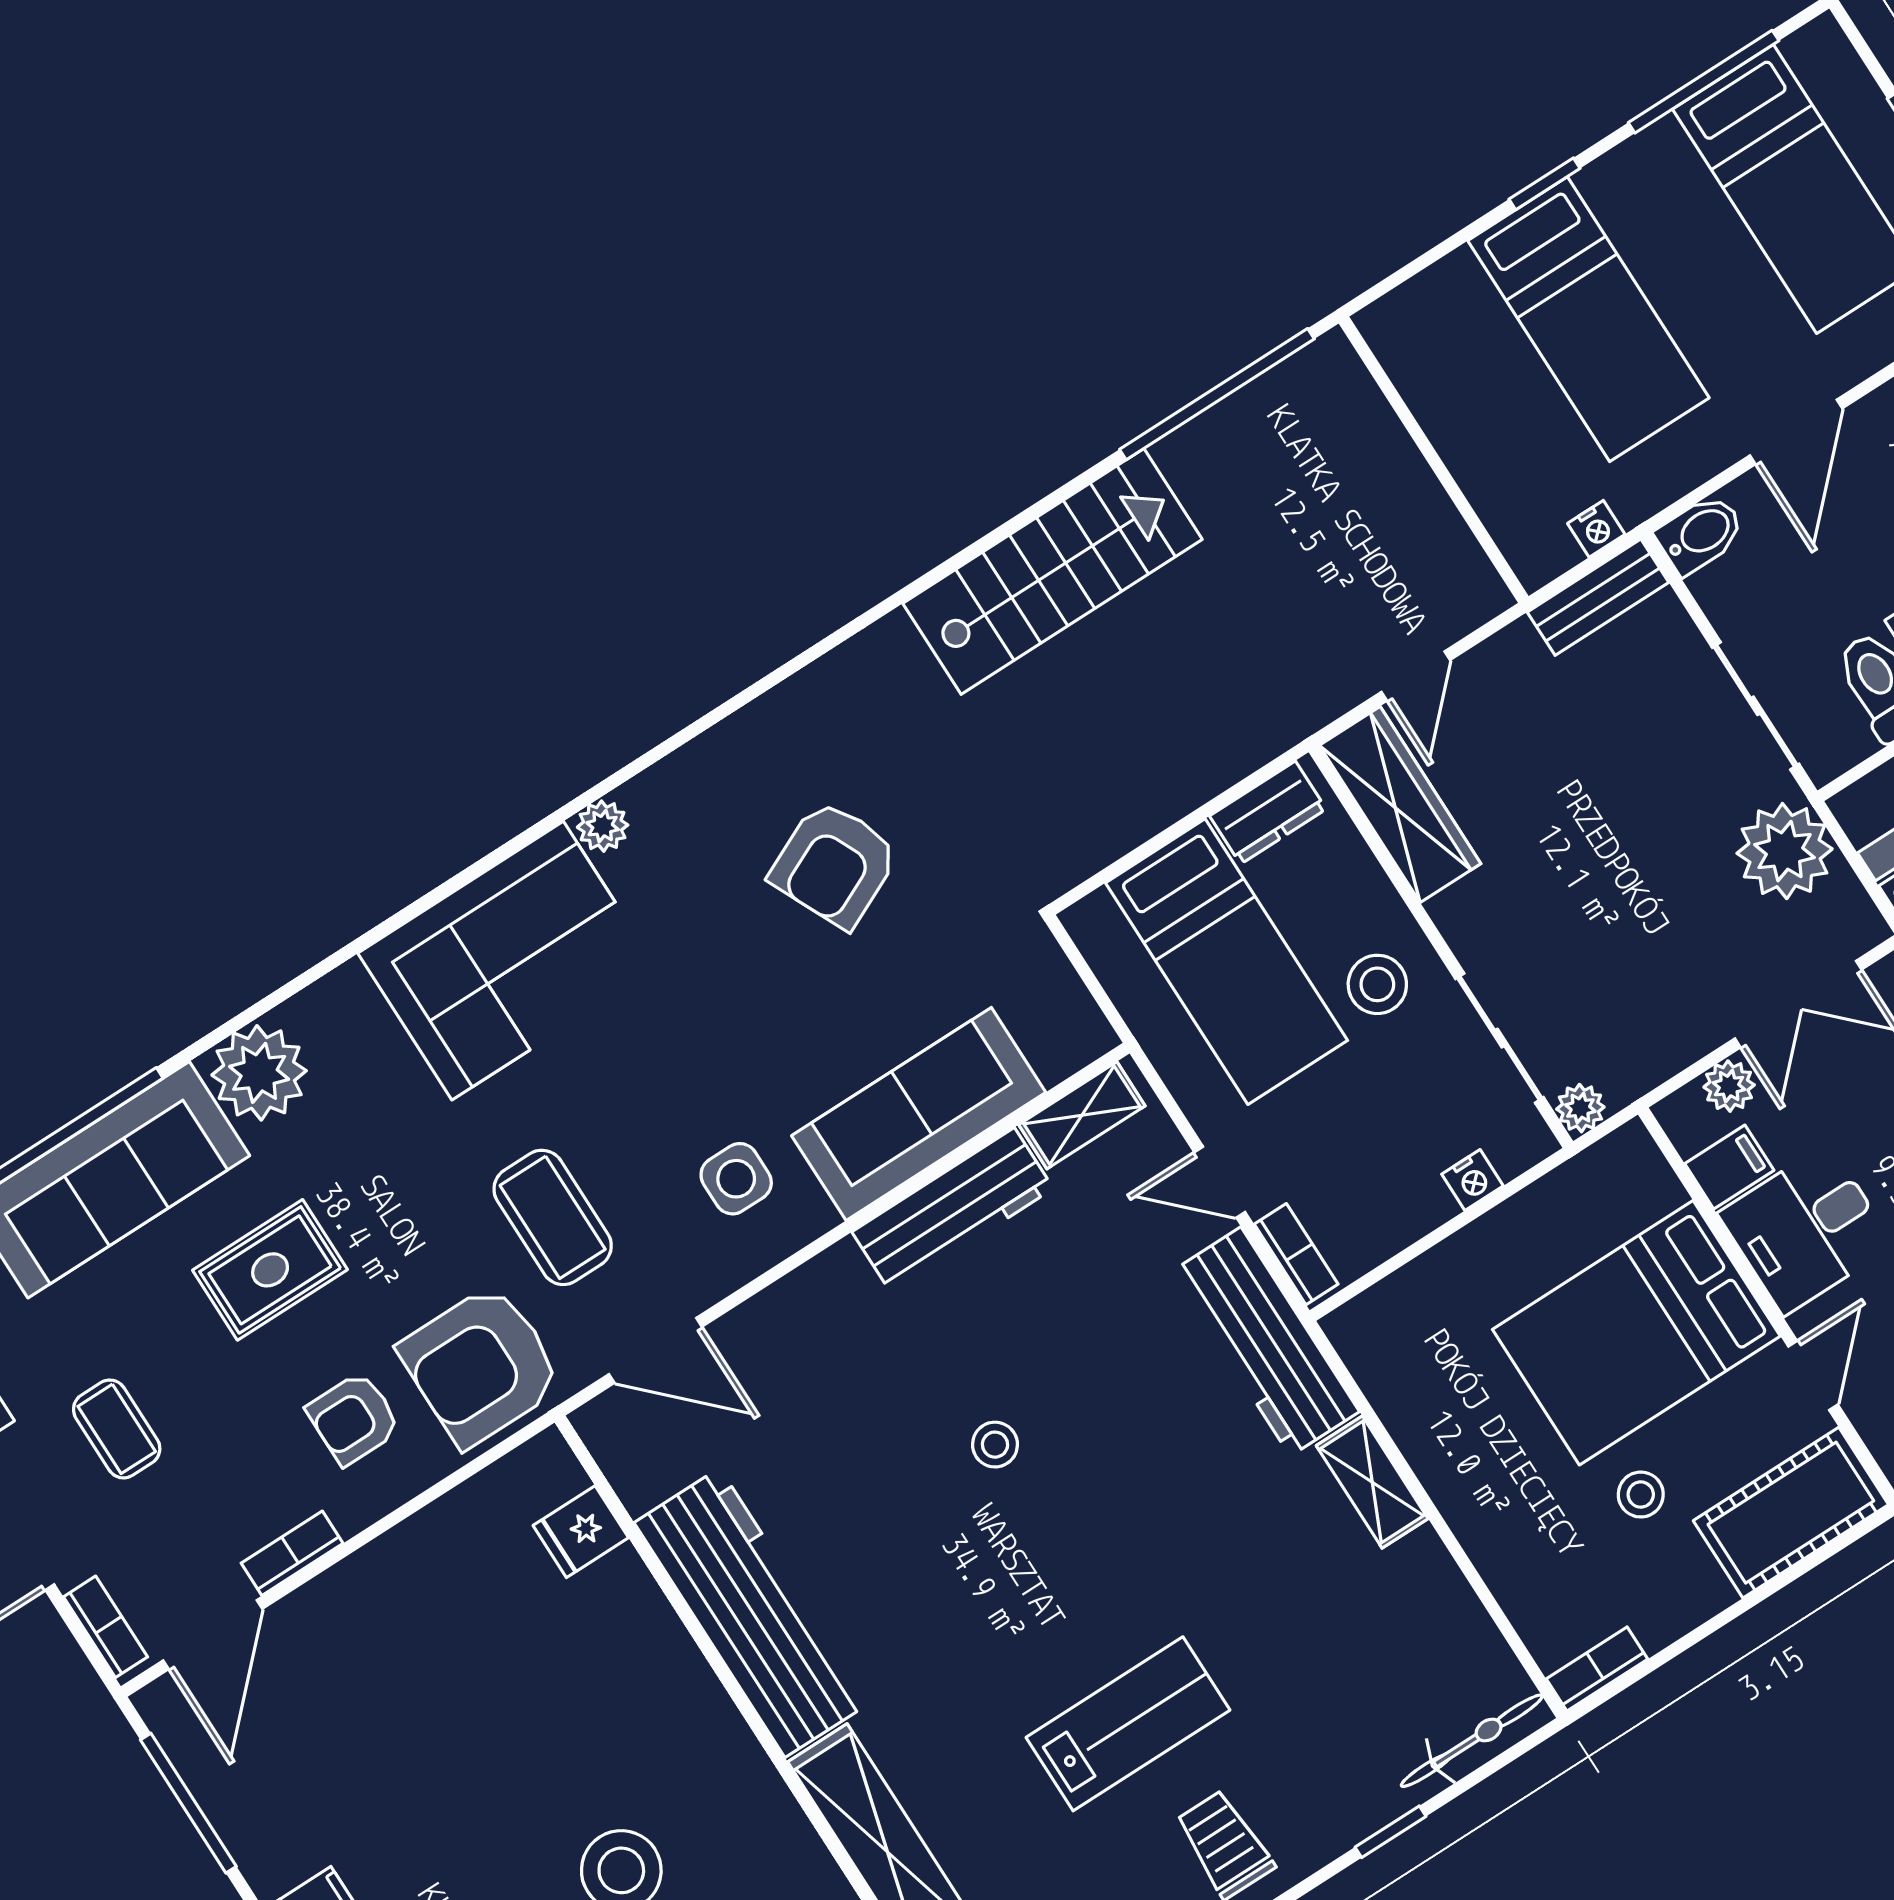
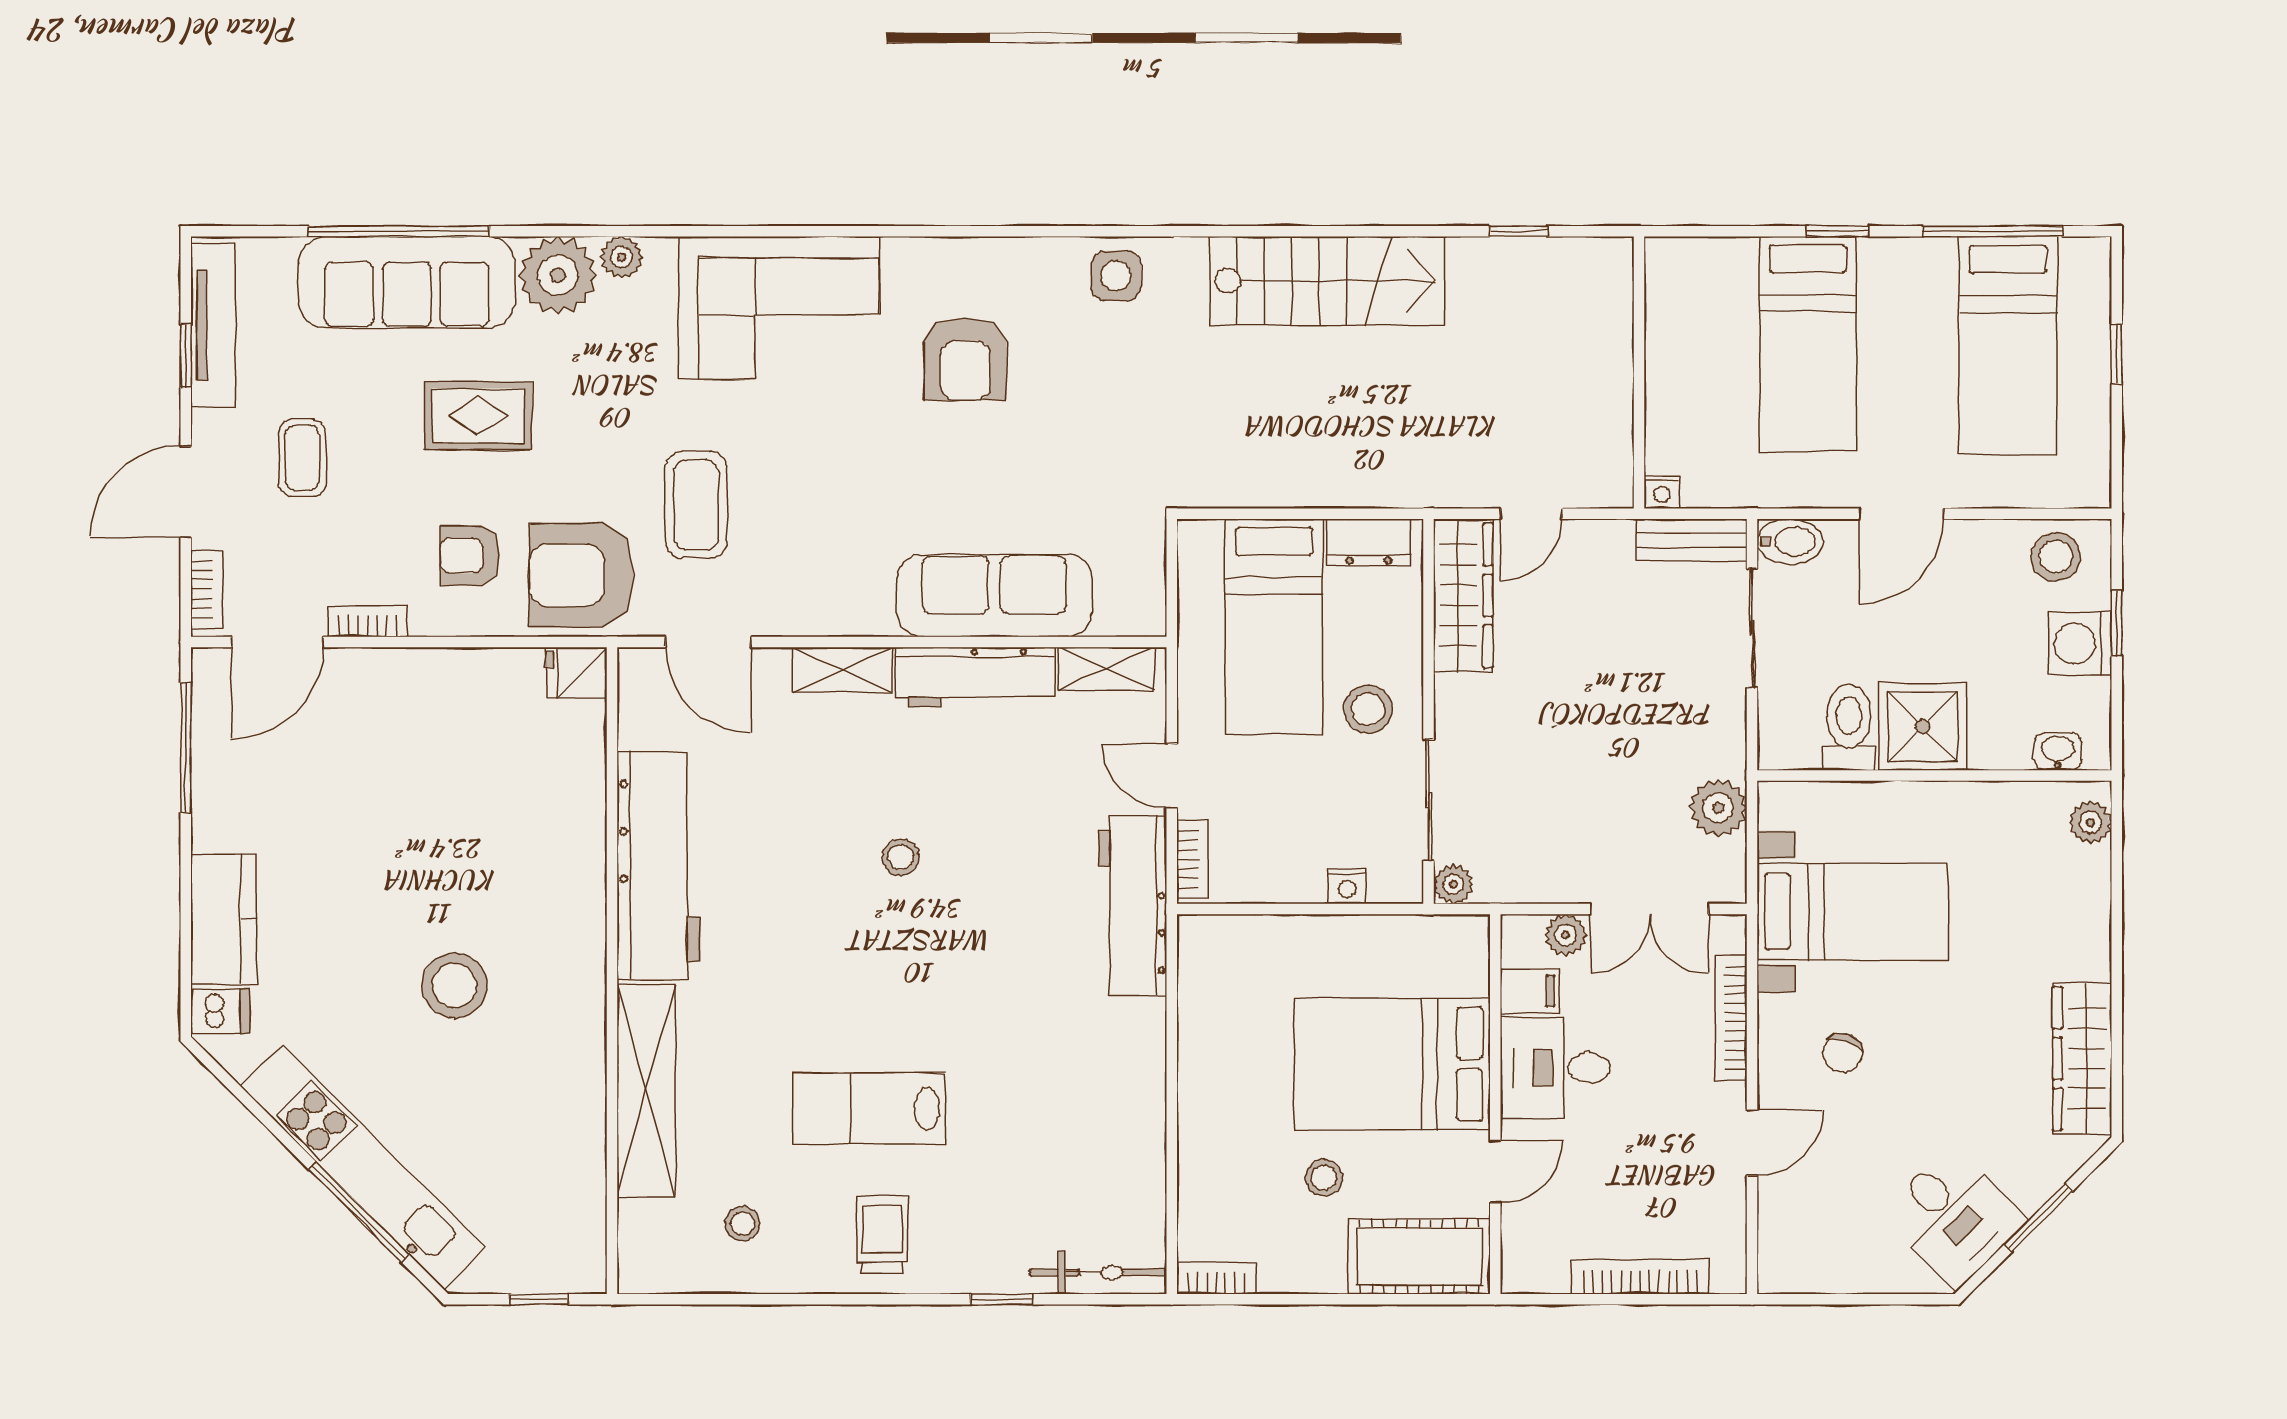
window: (1217, 394) -> (1519, 231), width x0.32
nightstand: (1596, 529) -> (1662, 492), moved
sliding door: (1756, 706) -> (1752, 628), moved
plant: (603, 826) -> (622, 257), moved
plant: (1785, 851) -> (1718, 808), width x0.73, depth x0.73
armchair: (835, 864) -> (965, 359), moved, turned -65
side table: (736, 1179) -> (1116, 276), moved
shelving: (1372, 1482) -> (842, 670), moved, turned 90
fridge: (581, 1532) -> (577, 673), moved
lab bench: (1128, 1724) -> (869, 1109), turned 180

